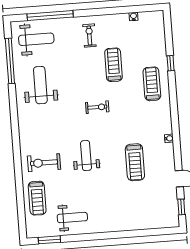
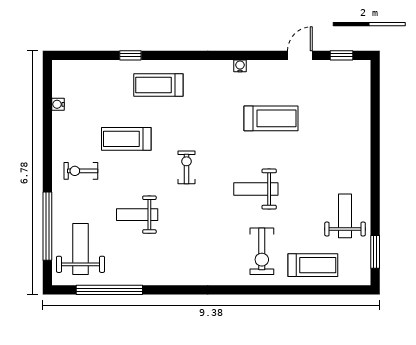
weight bench: (40, 85) -> (137, 215), moved, width x0.73, depth x0.75

